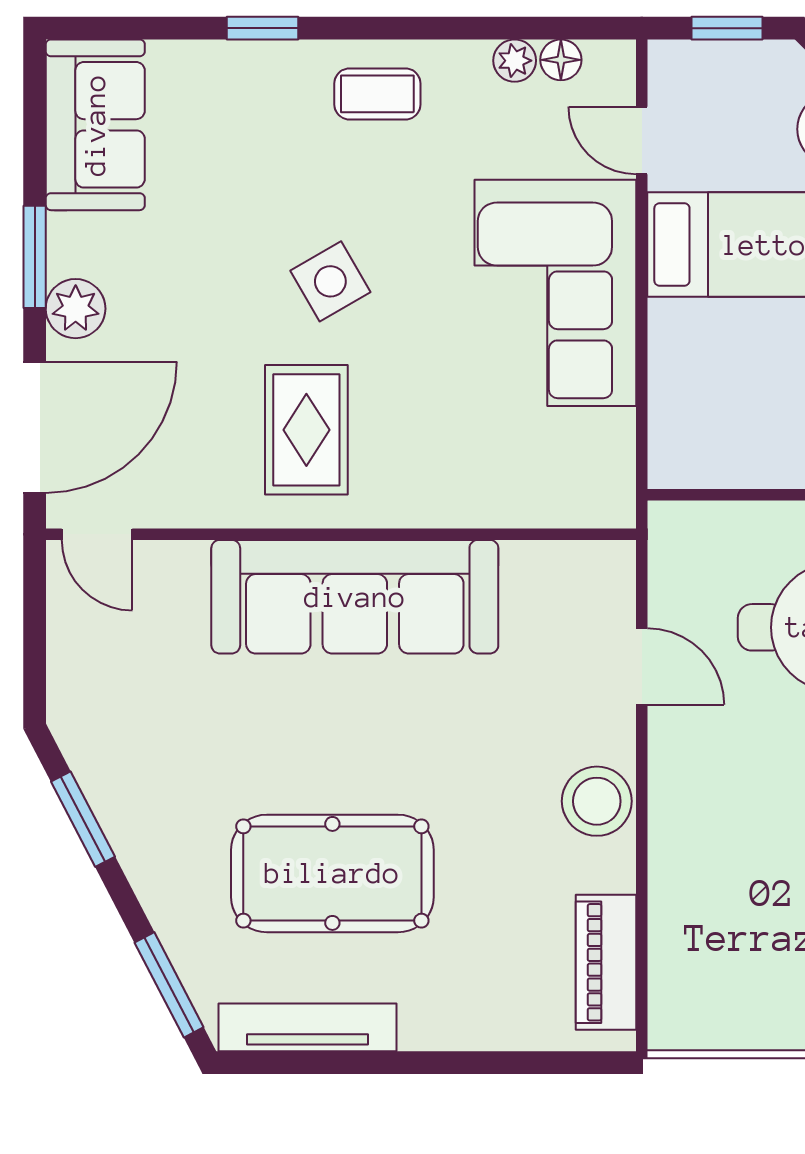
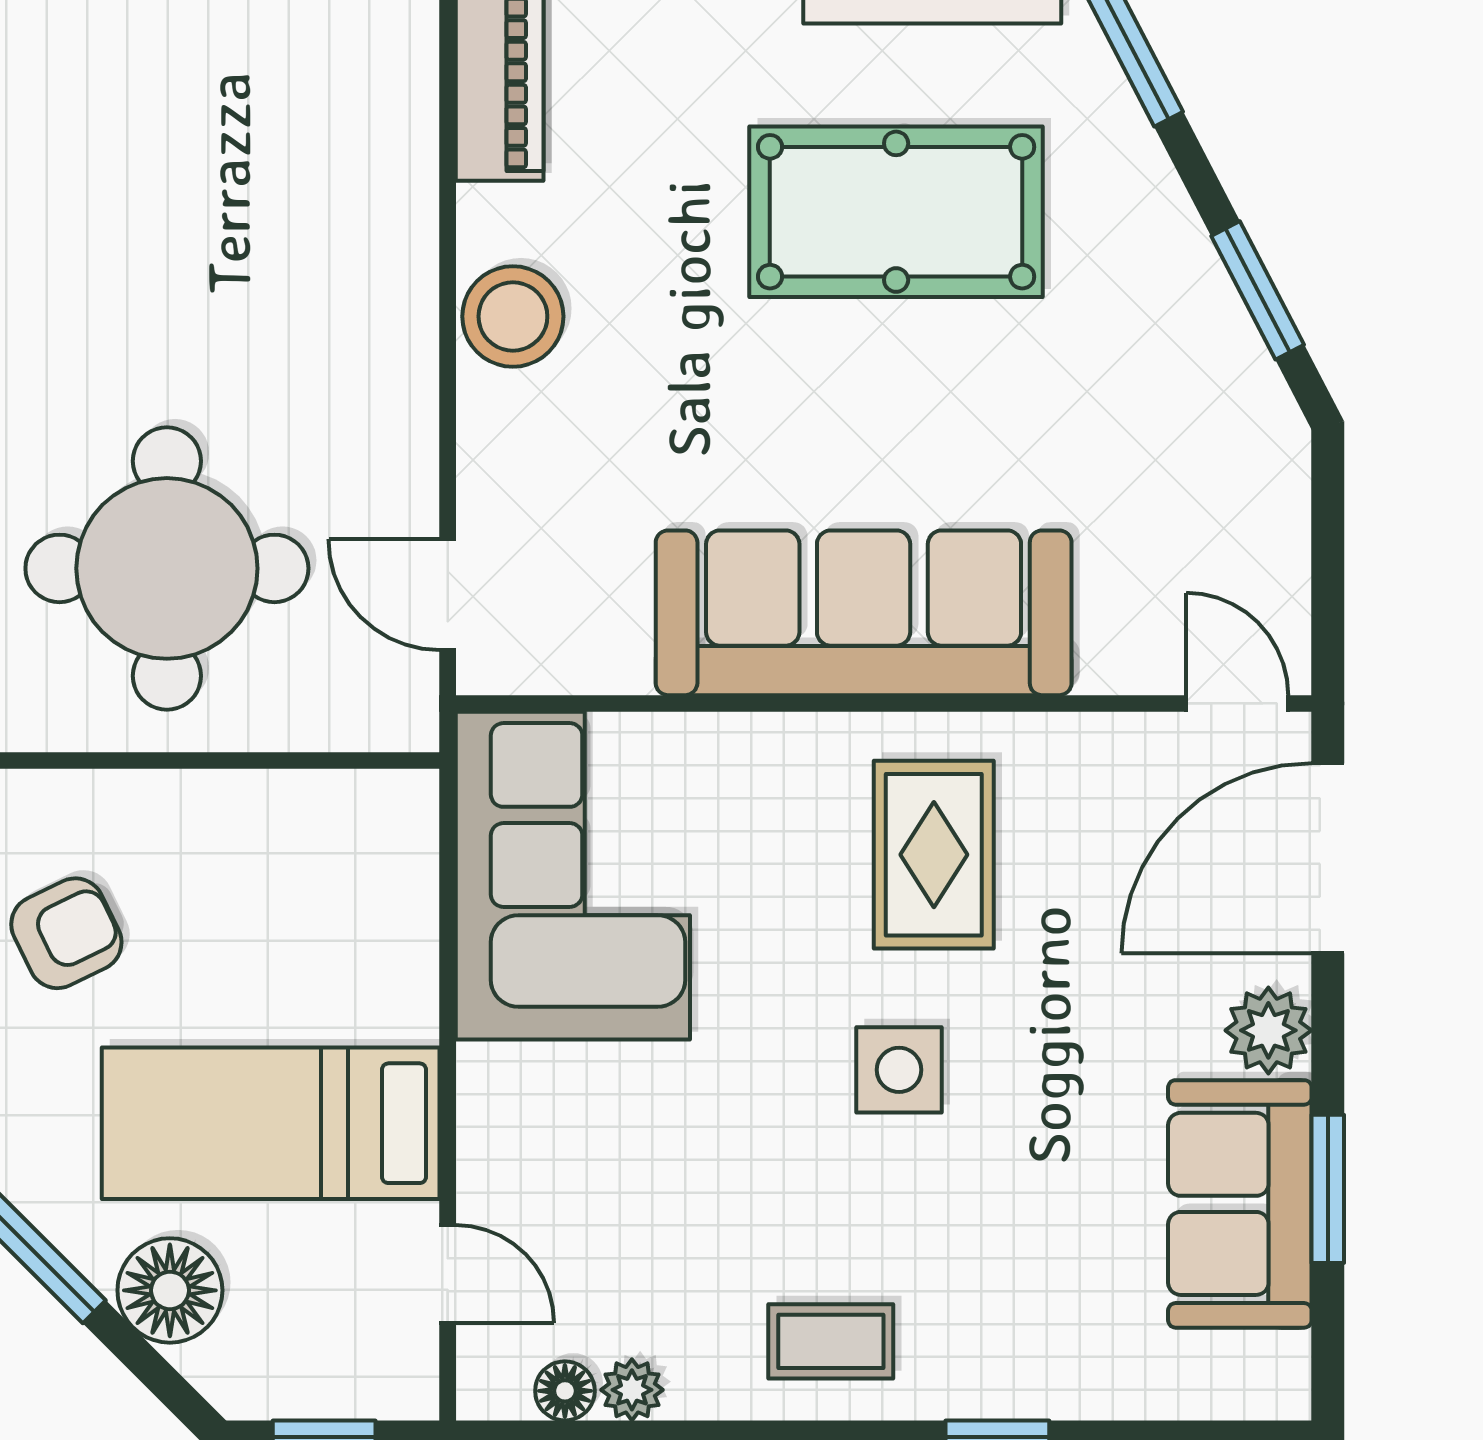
sofa: (95, 125) -> (1240, 1204), moved
window: (35, 257) -> (1328, 1189), moved
side table: (330, 281) -> (899, 1070), turned 30
corner sofa: (555, 293) -> (573, 876), moved
door: (642, 666) -> (448, 595), moved

